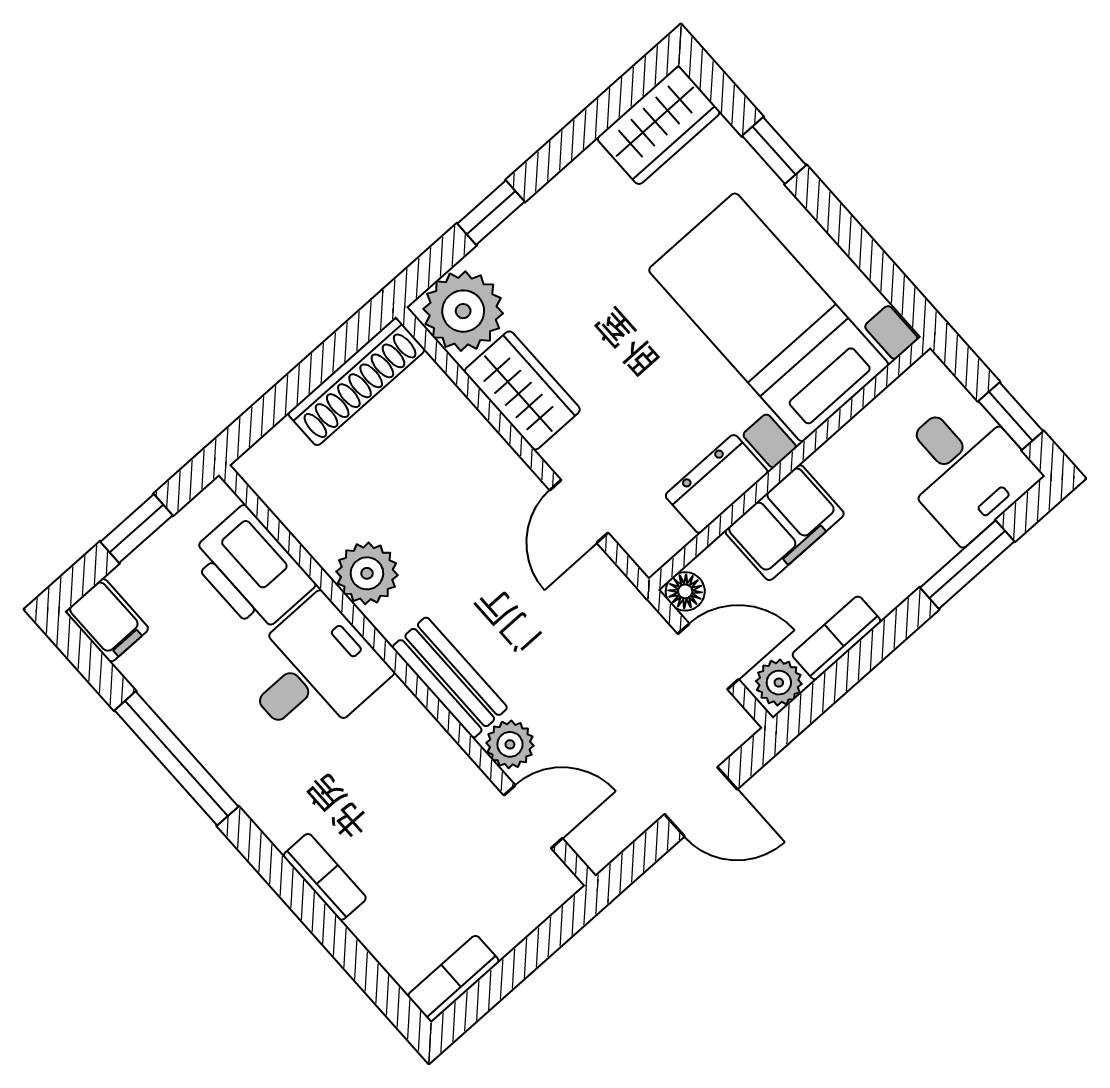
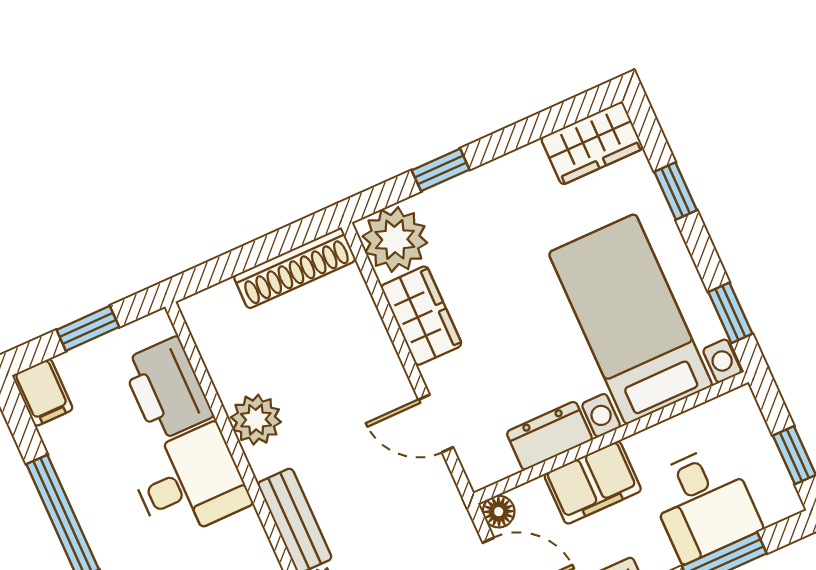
window: (883, 273) -> (730, 313), added
desk: (964, 468) -> (704, 503), moved
door: (579, 511) -> (436, 424), hinge flipped

